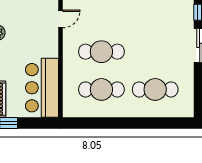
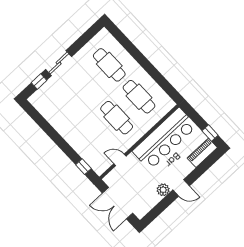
bar counter: (42, 88) -> (164, 139), width x1.36

